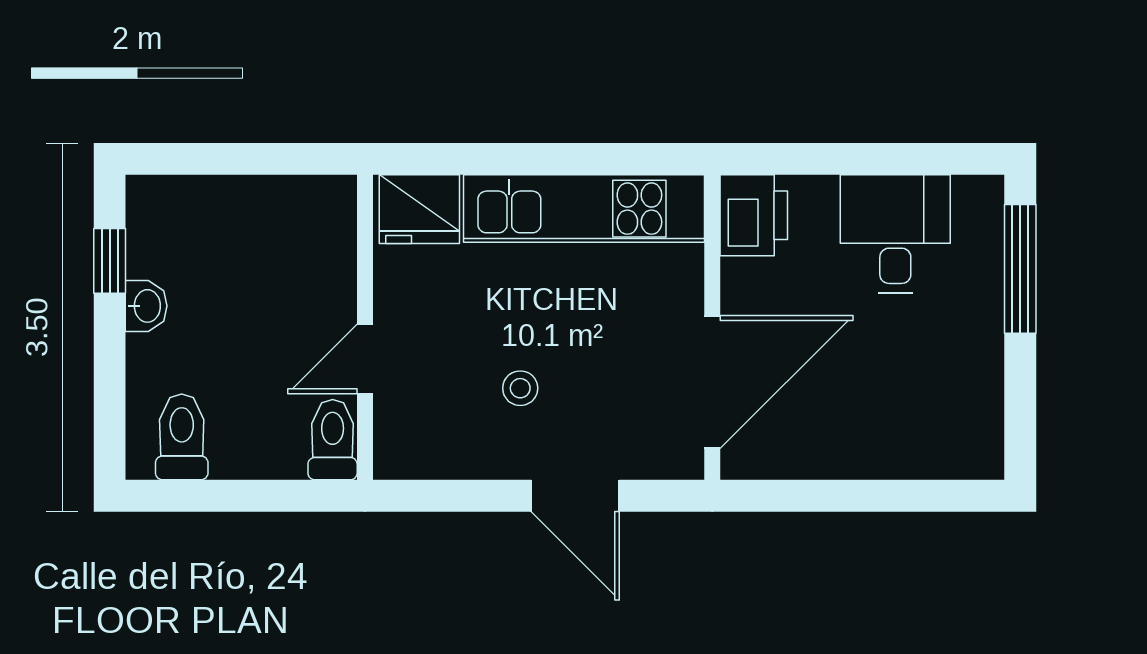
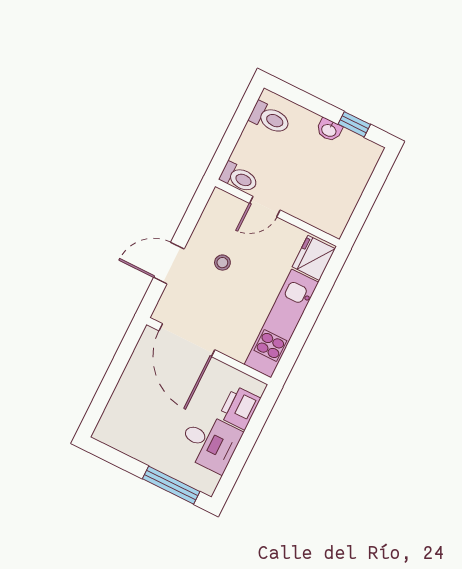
printer: (754, 215) -> (240, 408), moved, turned 90
door: (365, 359) -> (265, 207), swing flipped

